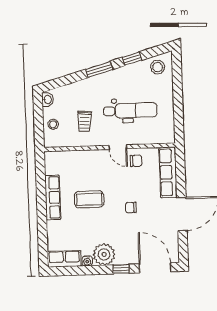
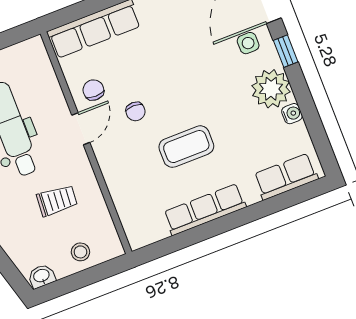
coffee table: (89, 199) -> (186, 147), turned 90
chair: (131, 208) -> (135, 111), moved
side table: (132, 251) -> (248, 43), added
row of seats: (64, 259) -> (286, 177), moved, turned 90

